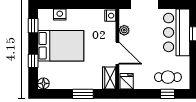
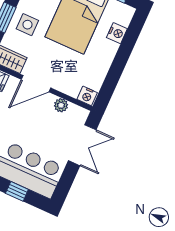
side table: (81, 76) -> (27, 25), added

